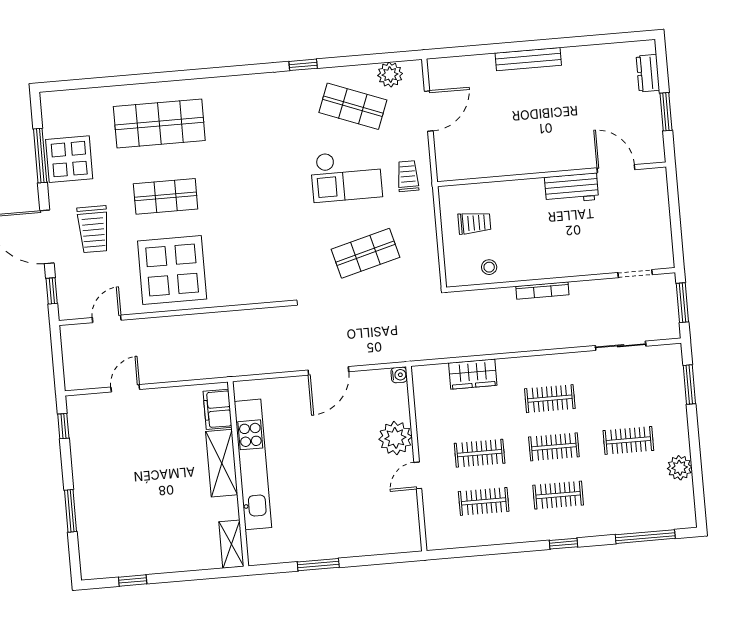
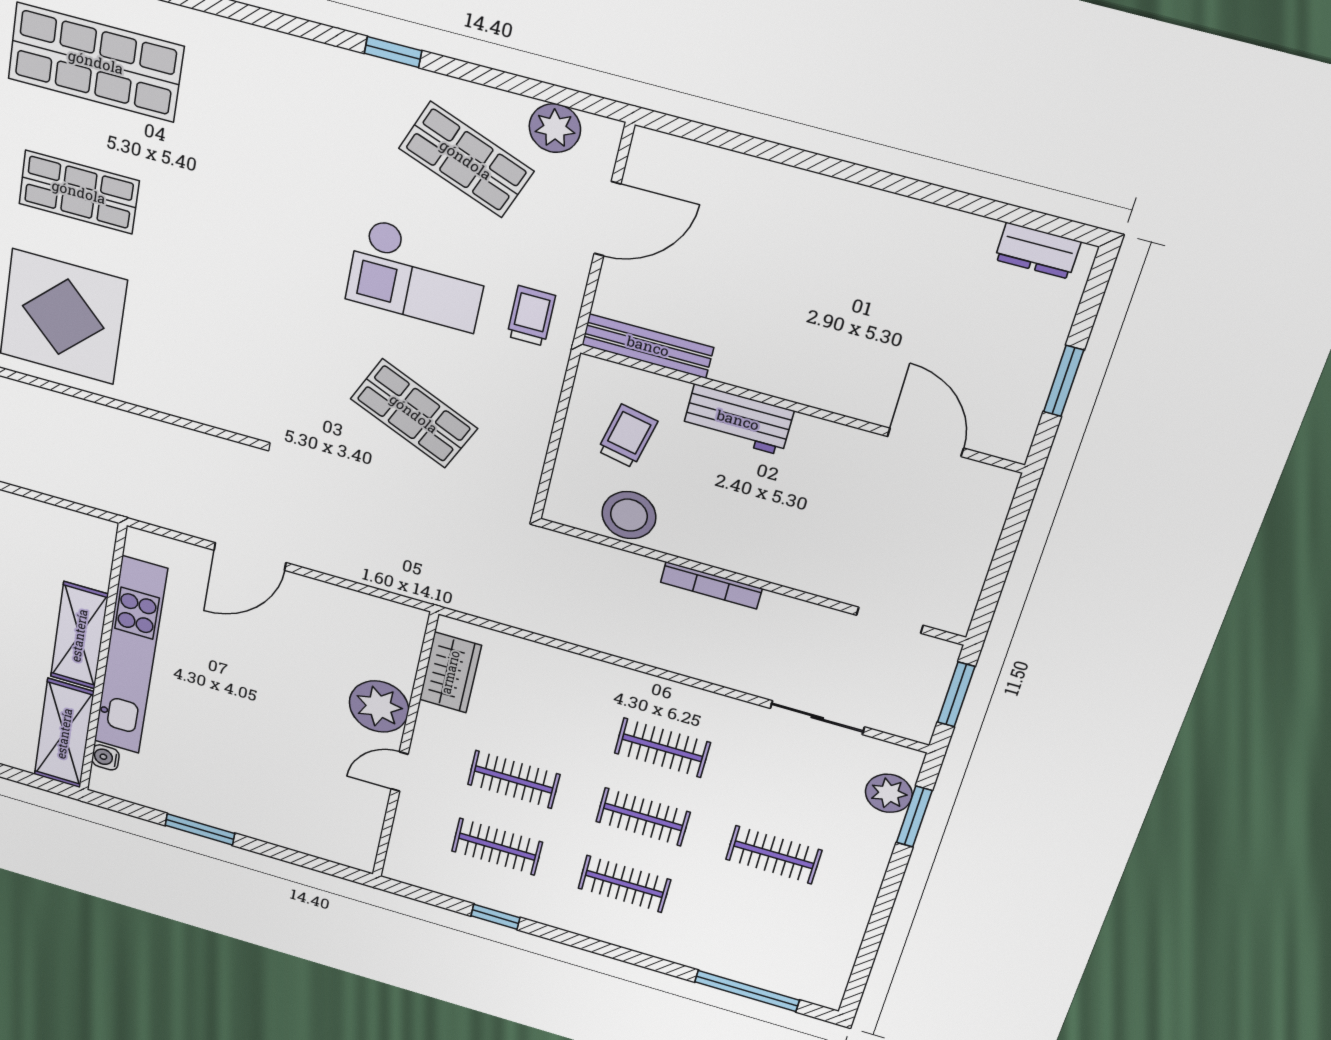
bench: (528, 59) -> (648, 346), moved
dresser: (648, 73) -> (1038, 251), moved, turned -90
workbench: (572, 188) -> (738, 420), moved
trolley: (474, 223) -> (627, 436), turned -78
shop shelf: (366, 253) -> (414, 414), turned 39
stool: (489, 267) -> (629, 515), width x1.89, depth x1.89
door: (328, 371) -> (250, 556), moved
wardrobe: (473, 374) -> (450, 672), moved, turned -90
water cooler: (399, 375) -> (105, 757), moved, turned 180
filing cabinet: (217, 409) -> (91, 557), removed
plant: (680, 468) -> (889, 793), moved
shelving: (231, 544) -> (64, 733), width x1.50, depth x1.33
window: (563, 544) -> (495, 917), moved

